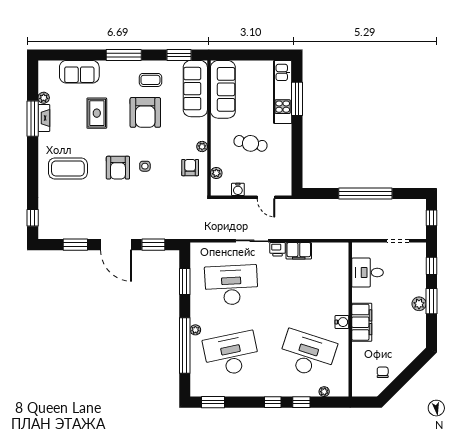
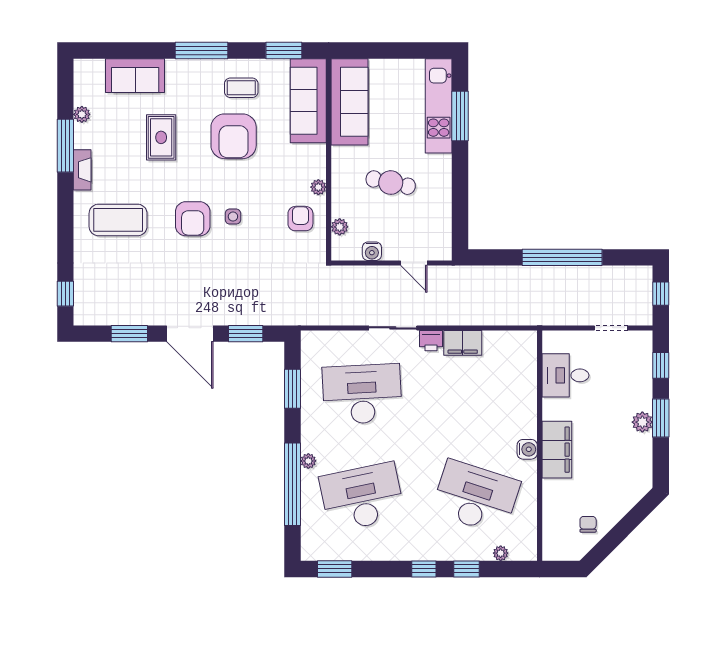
fireplace: (44, 118) -> (82, 170), moved

